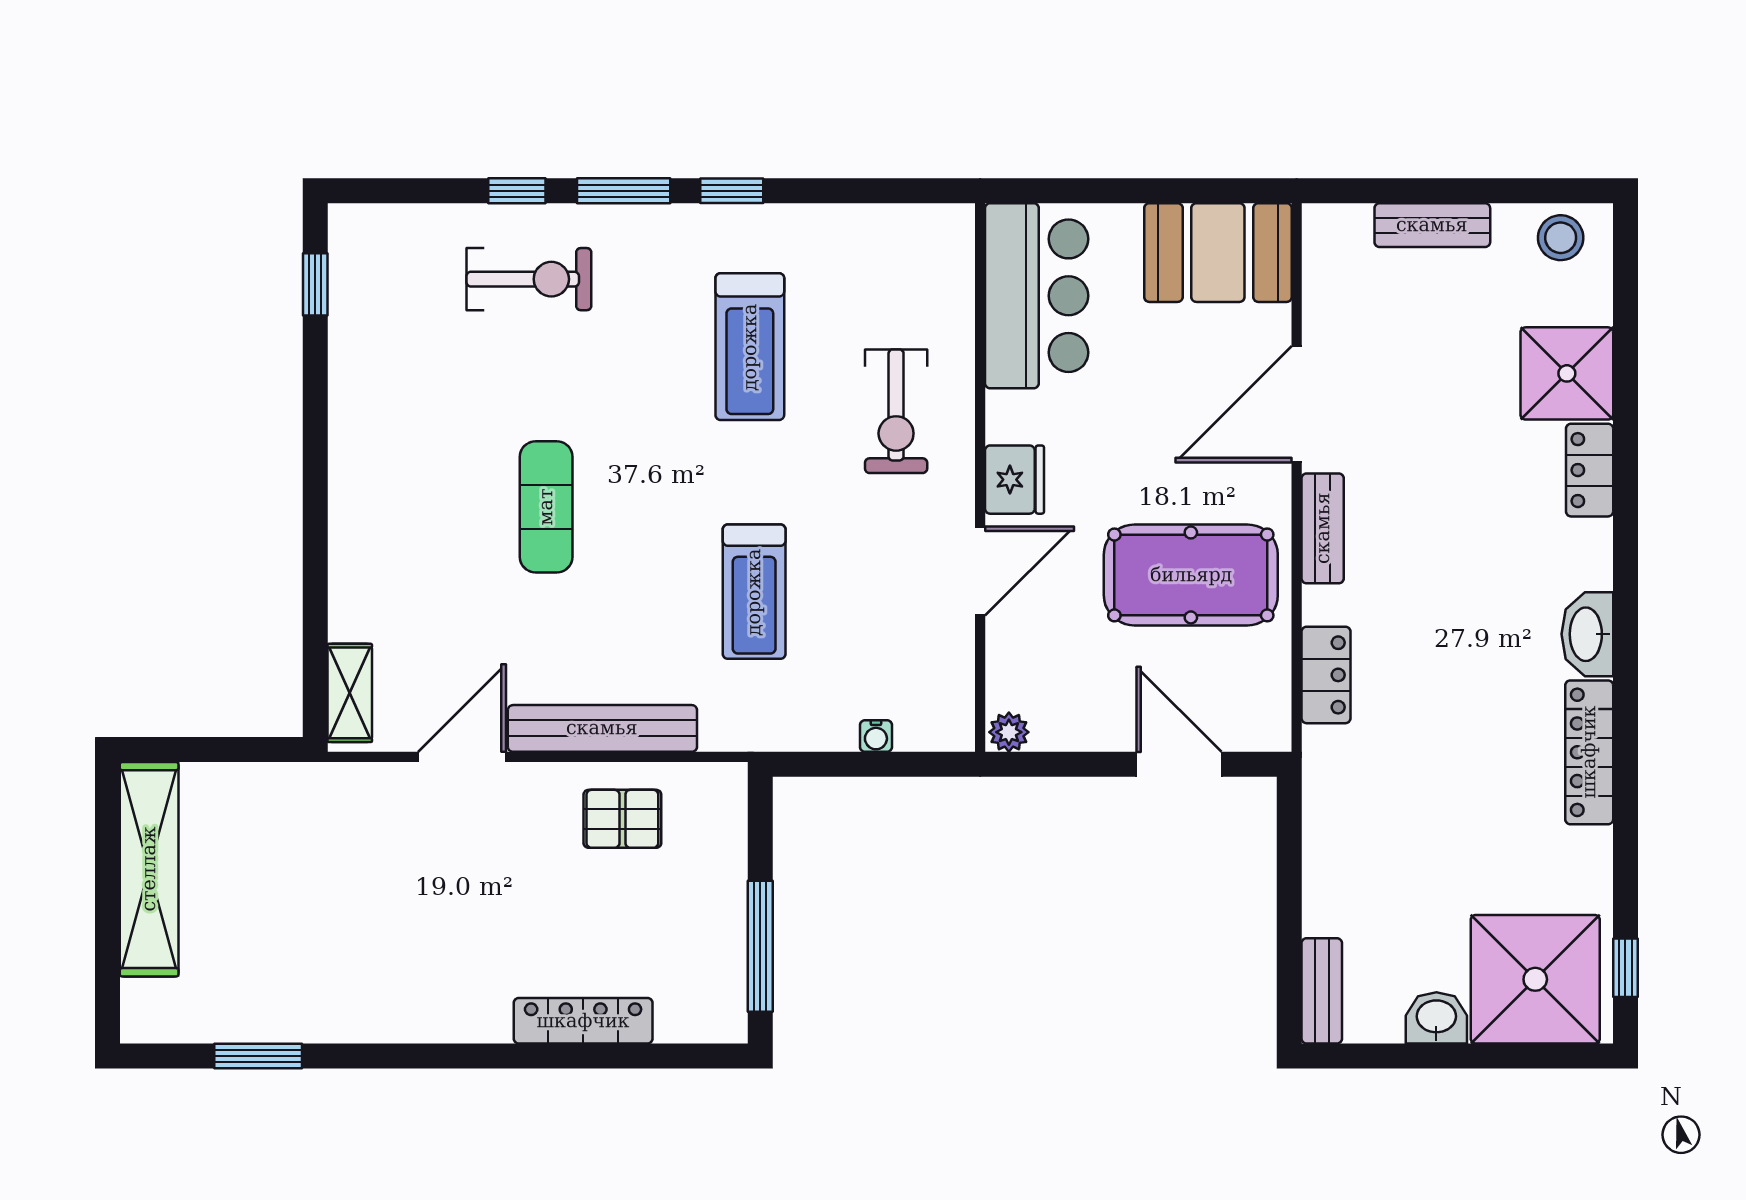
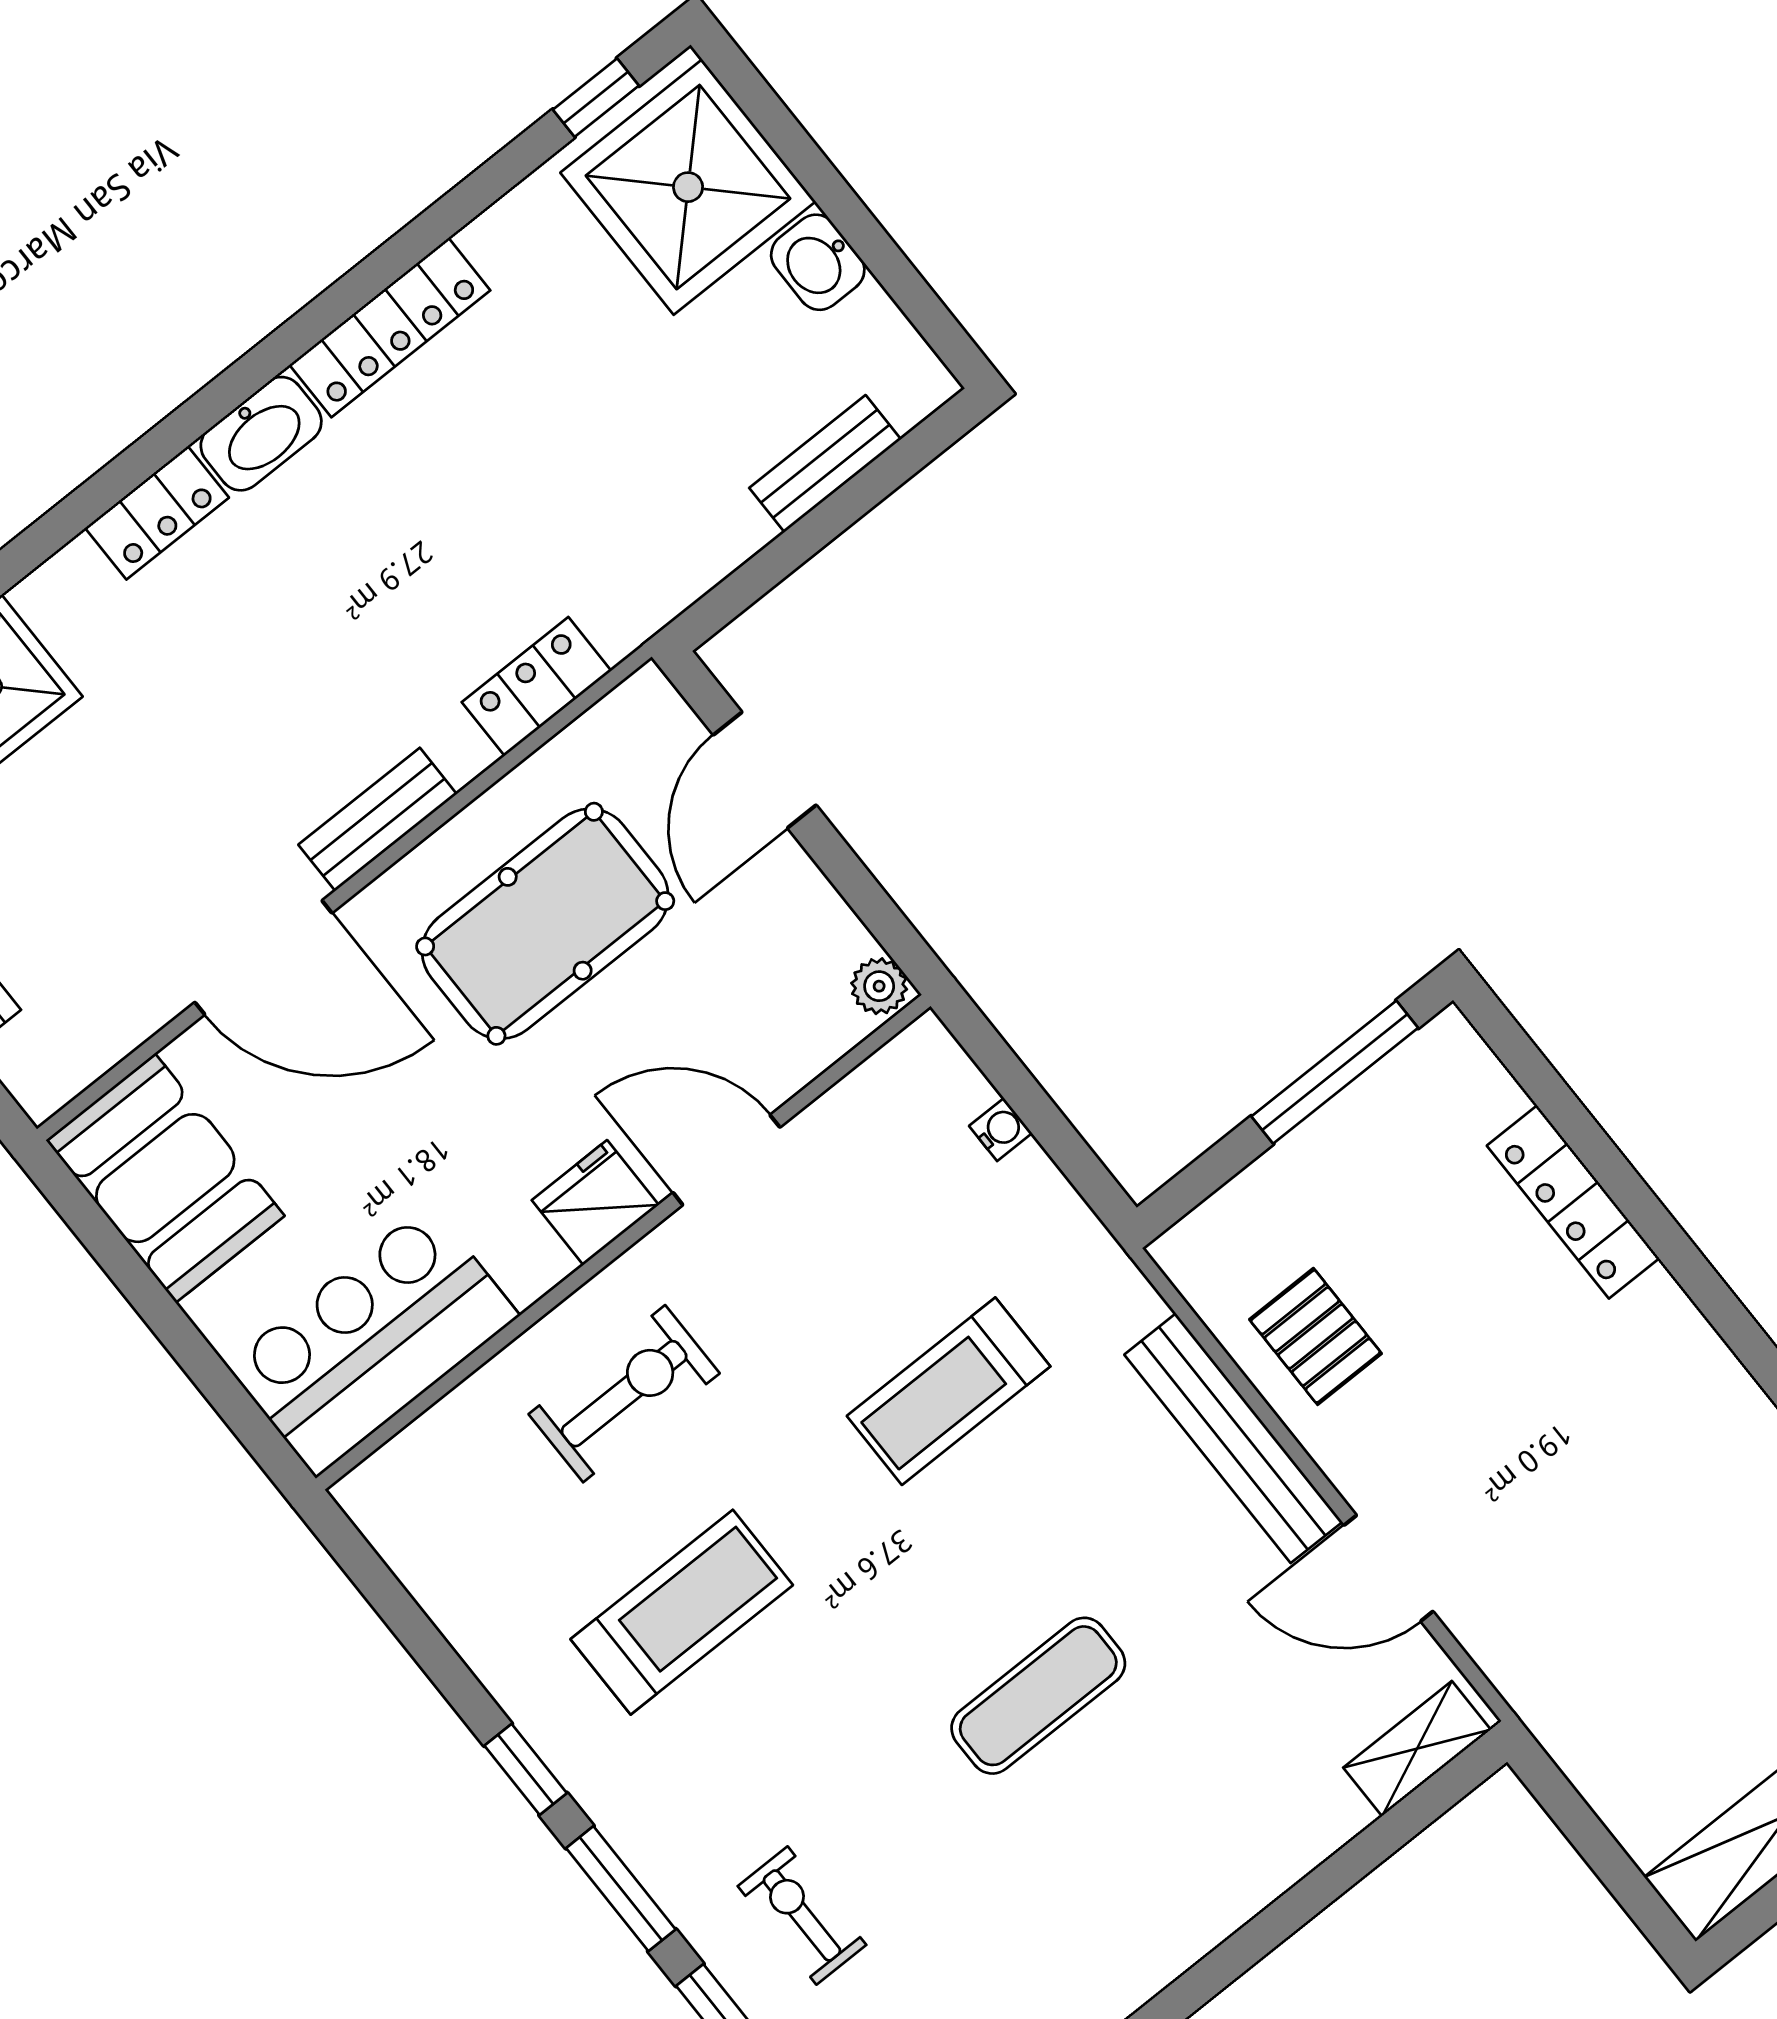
exercise bike: (529, 279) -> (802, 1915), width x0.73, depth x0.72
locker: (1590, 470) -> (157, 513), moved
pool table: (1191, 575) -> (545, 924), turned 90
treadmill: (754, 592) -> (949, 1391), turned 180
bench: (1322, 991) -> (825, 464), moved

